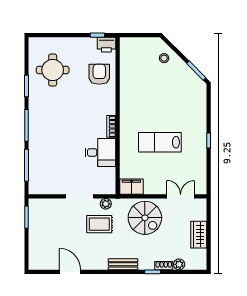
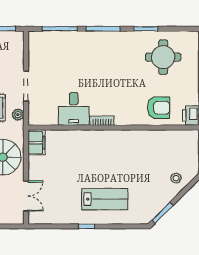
lab bench: (160, 142) -> (105, 199), moved, turned 90

